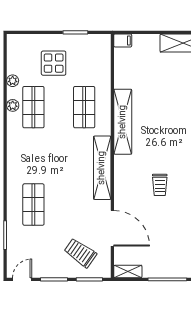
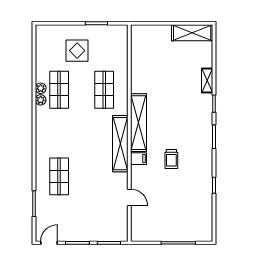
filing cabinet: (123, 40) -> (138, 159), moved
plant: (13, 81) -> (41, 100), moved
shelving: (123, 122) -> (138, 123), moved
door: (112, 228) -> (129, 198), width x0.53
trolley: (80, 253) -> (101, 219), removed
shelving: (128, 272) -> (143, 236), removed

